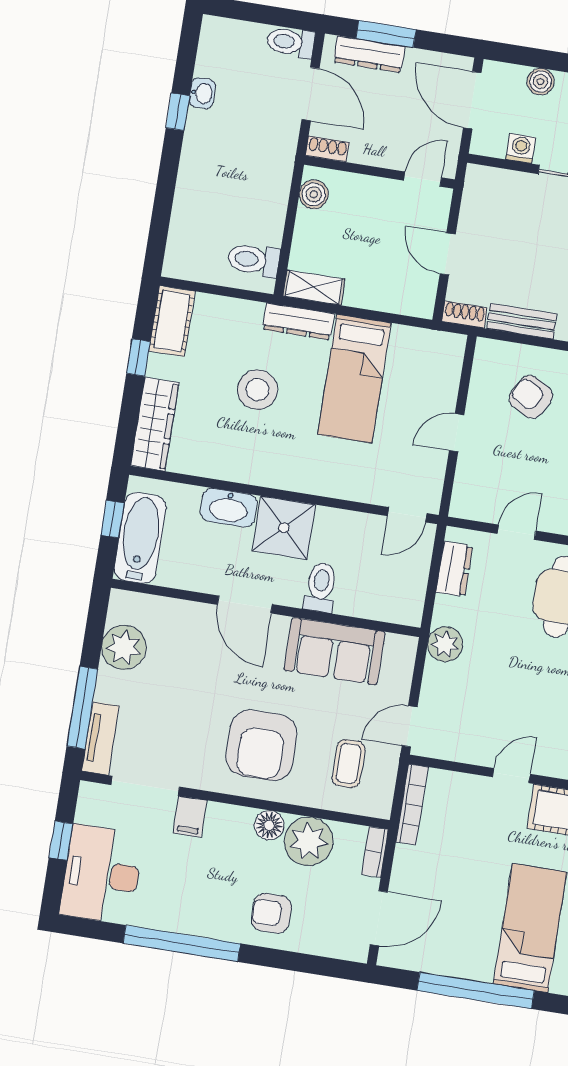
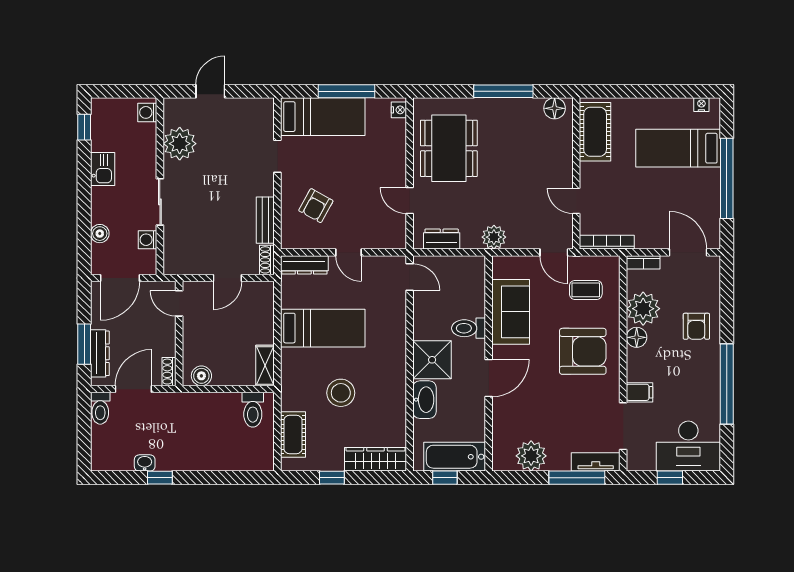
cot: (172, 321) -> (293, 435), moved, turned 90
dresser: (298, 321) -> (304, 265), moved, turned 90
door: (511, 776) -> (576, 201), moved

